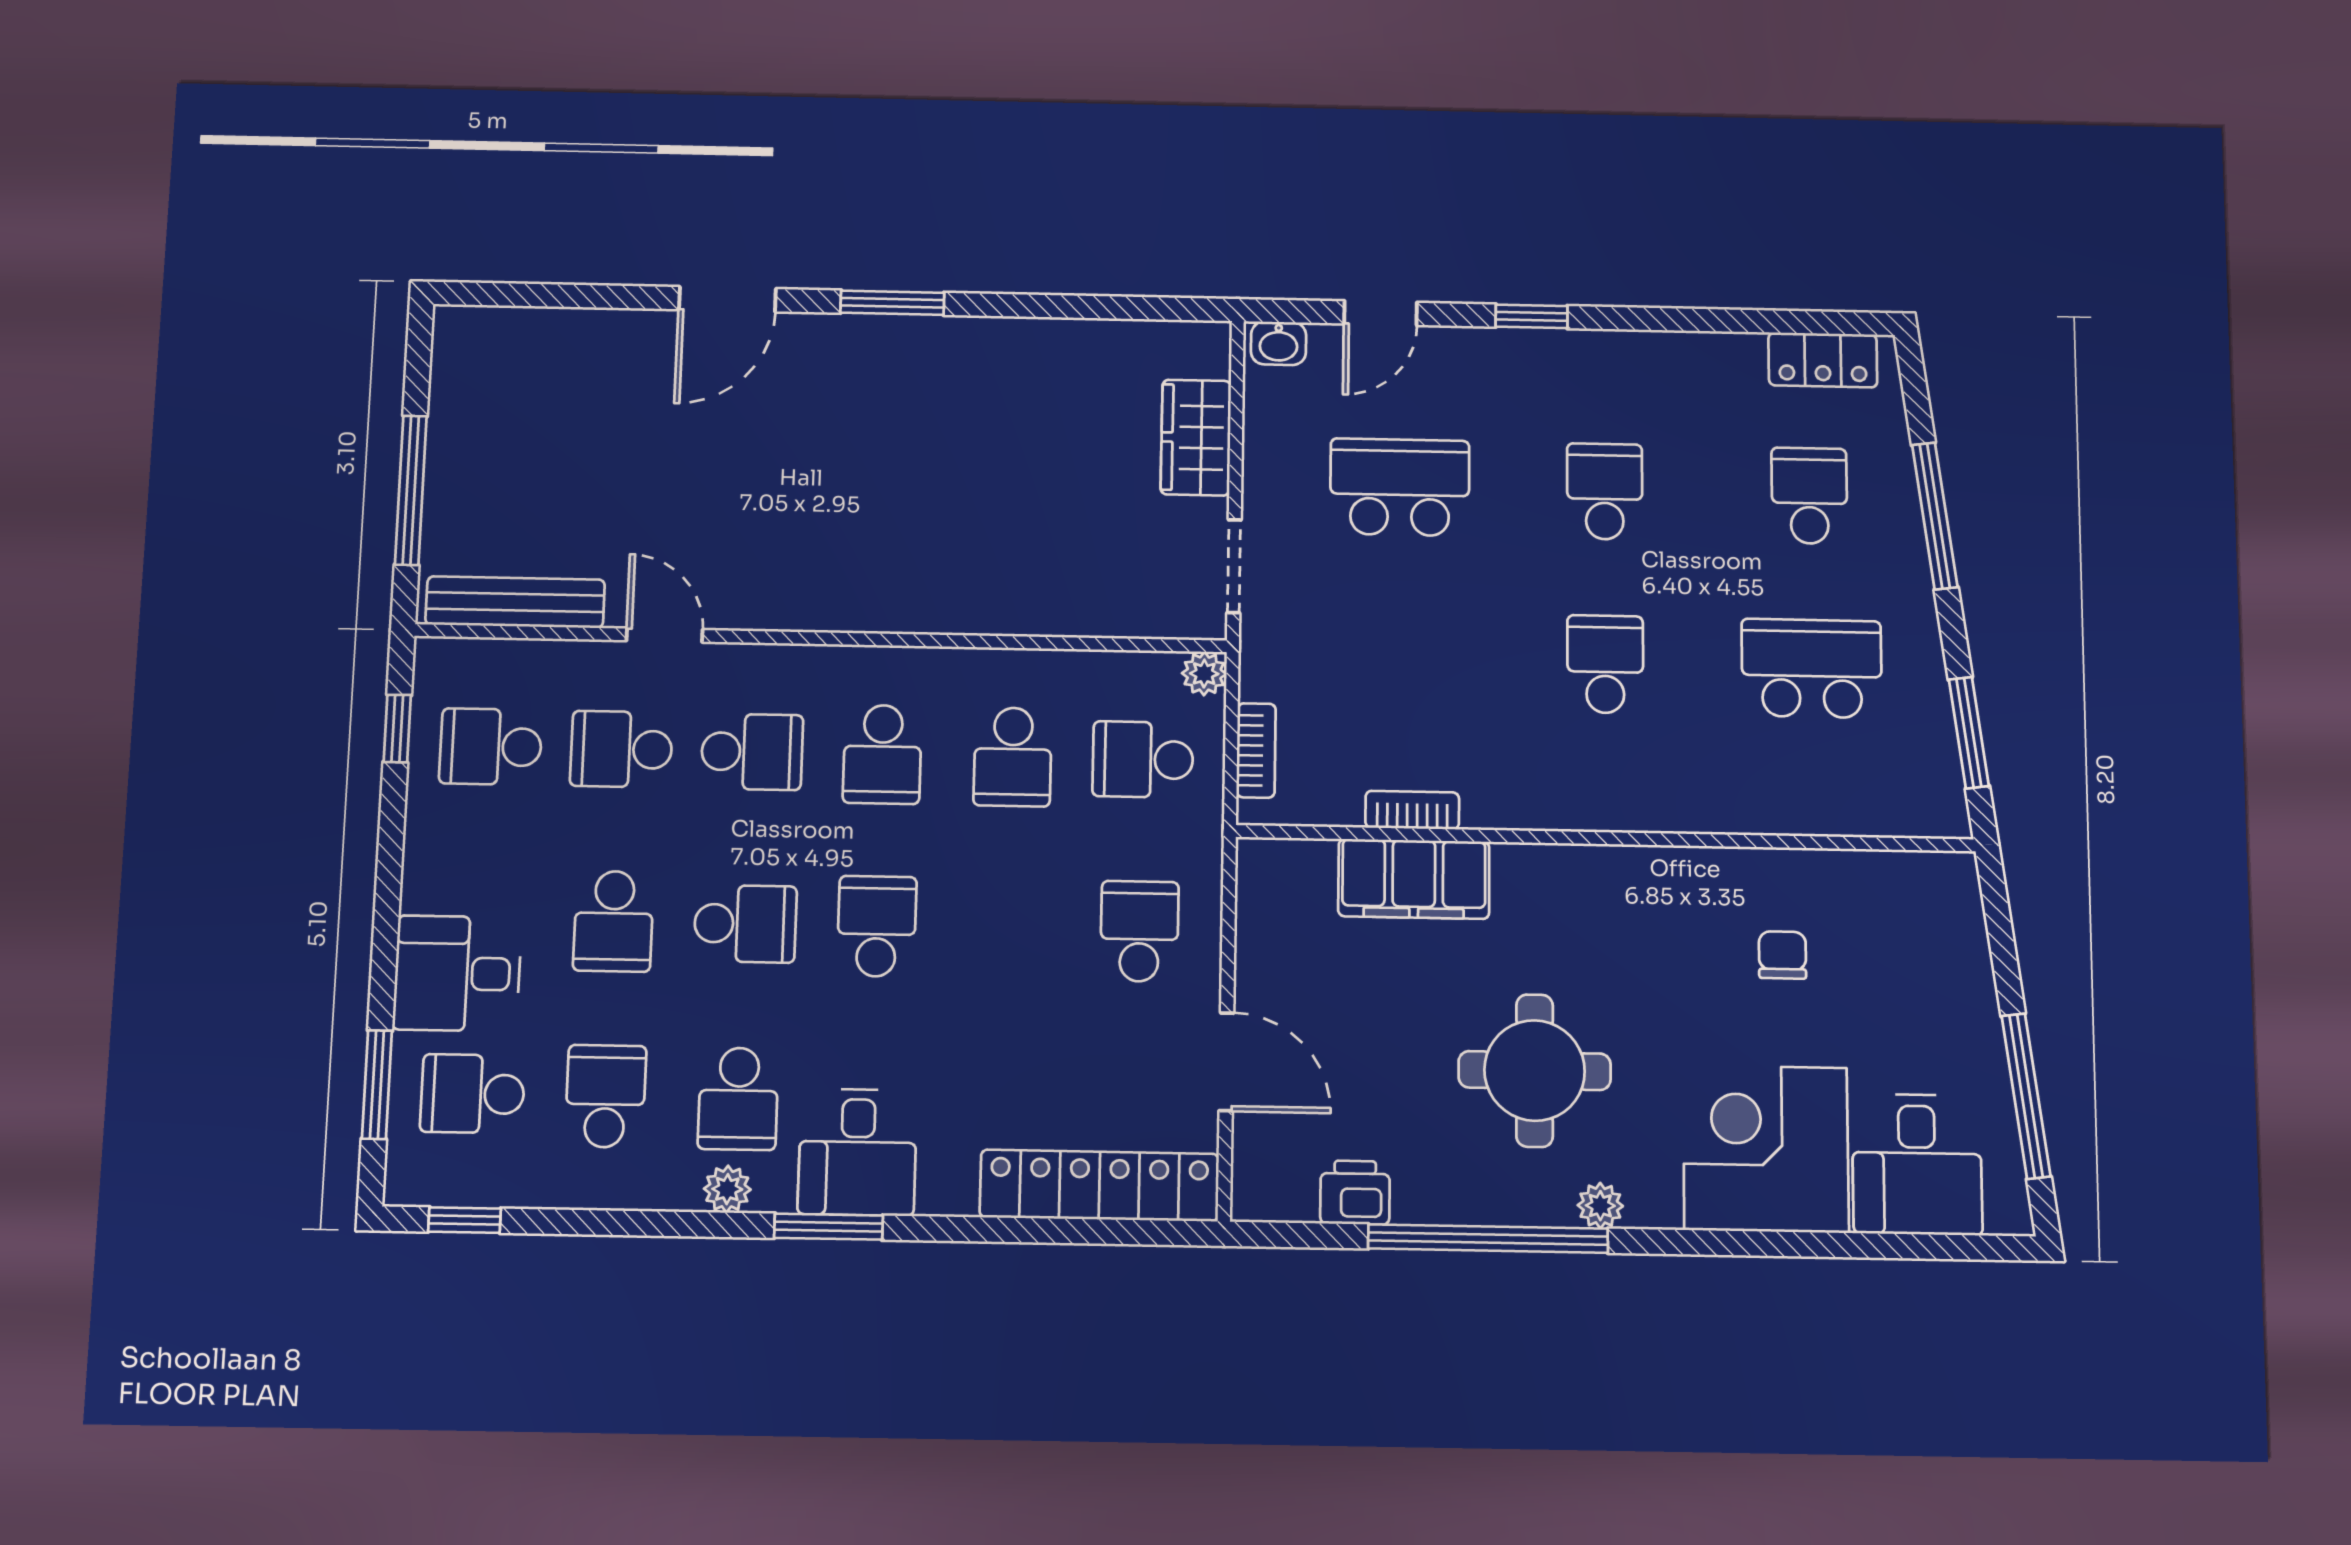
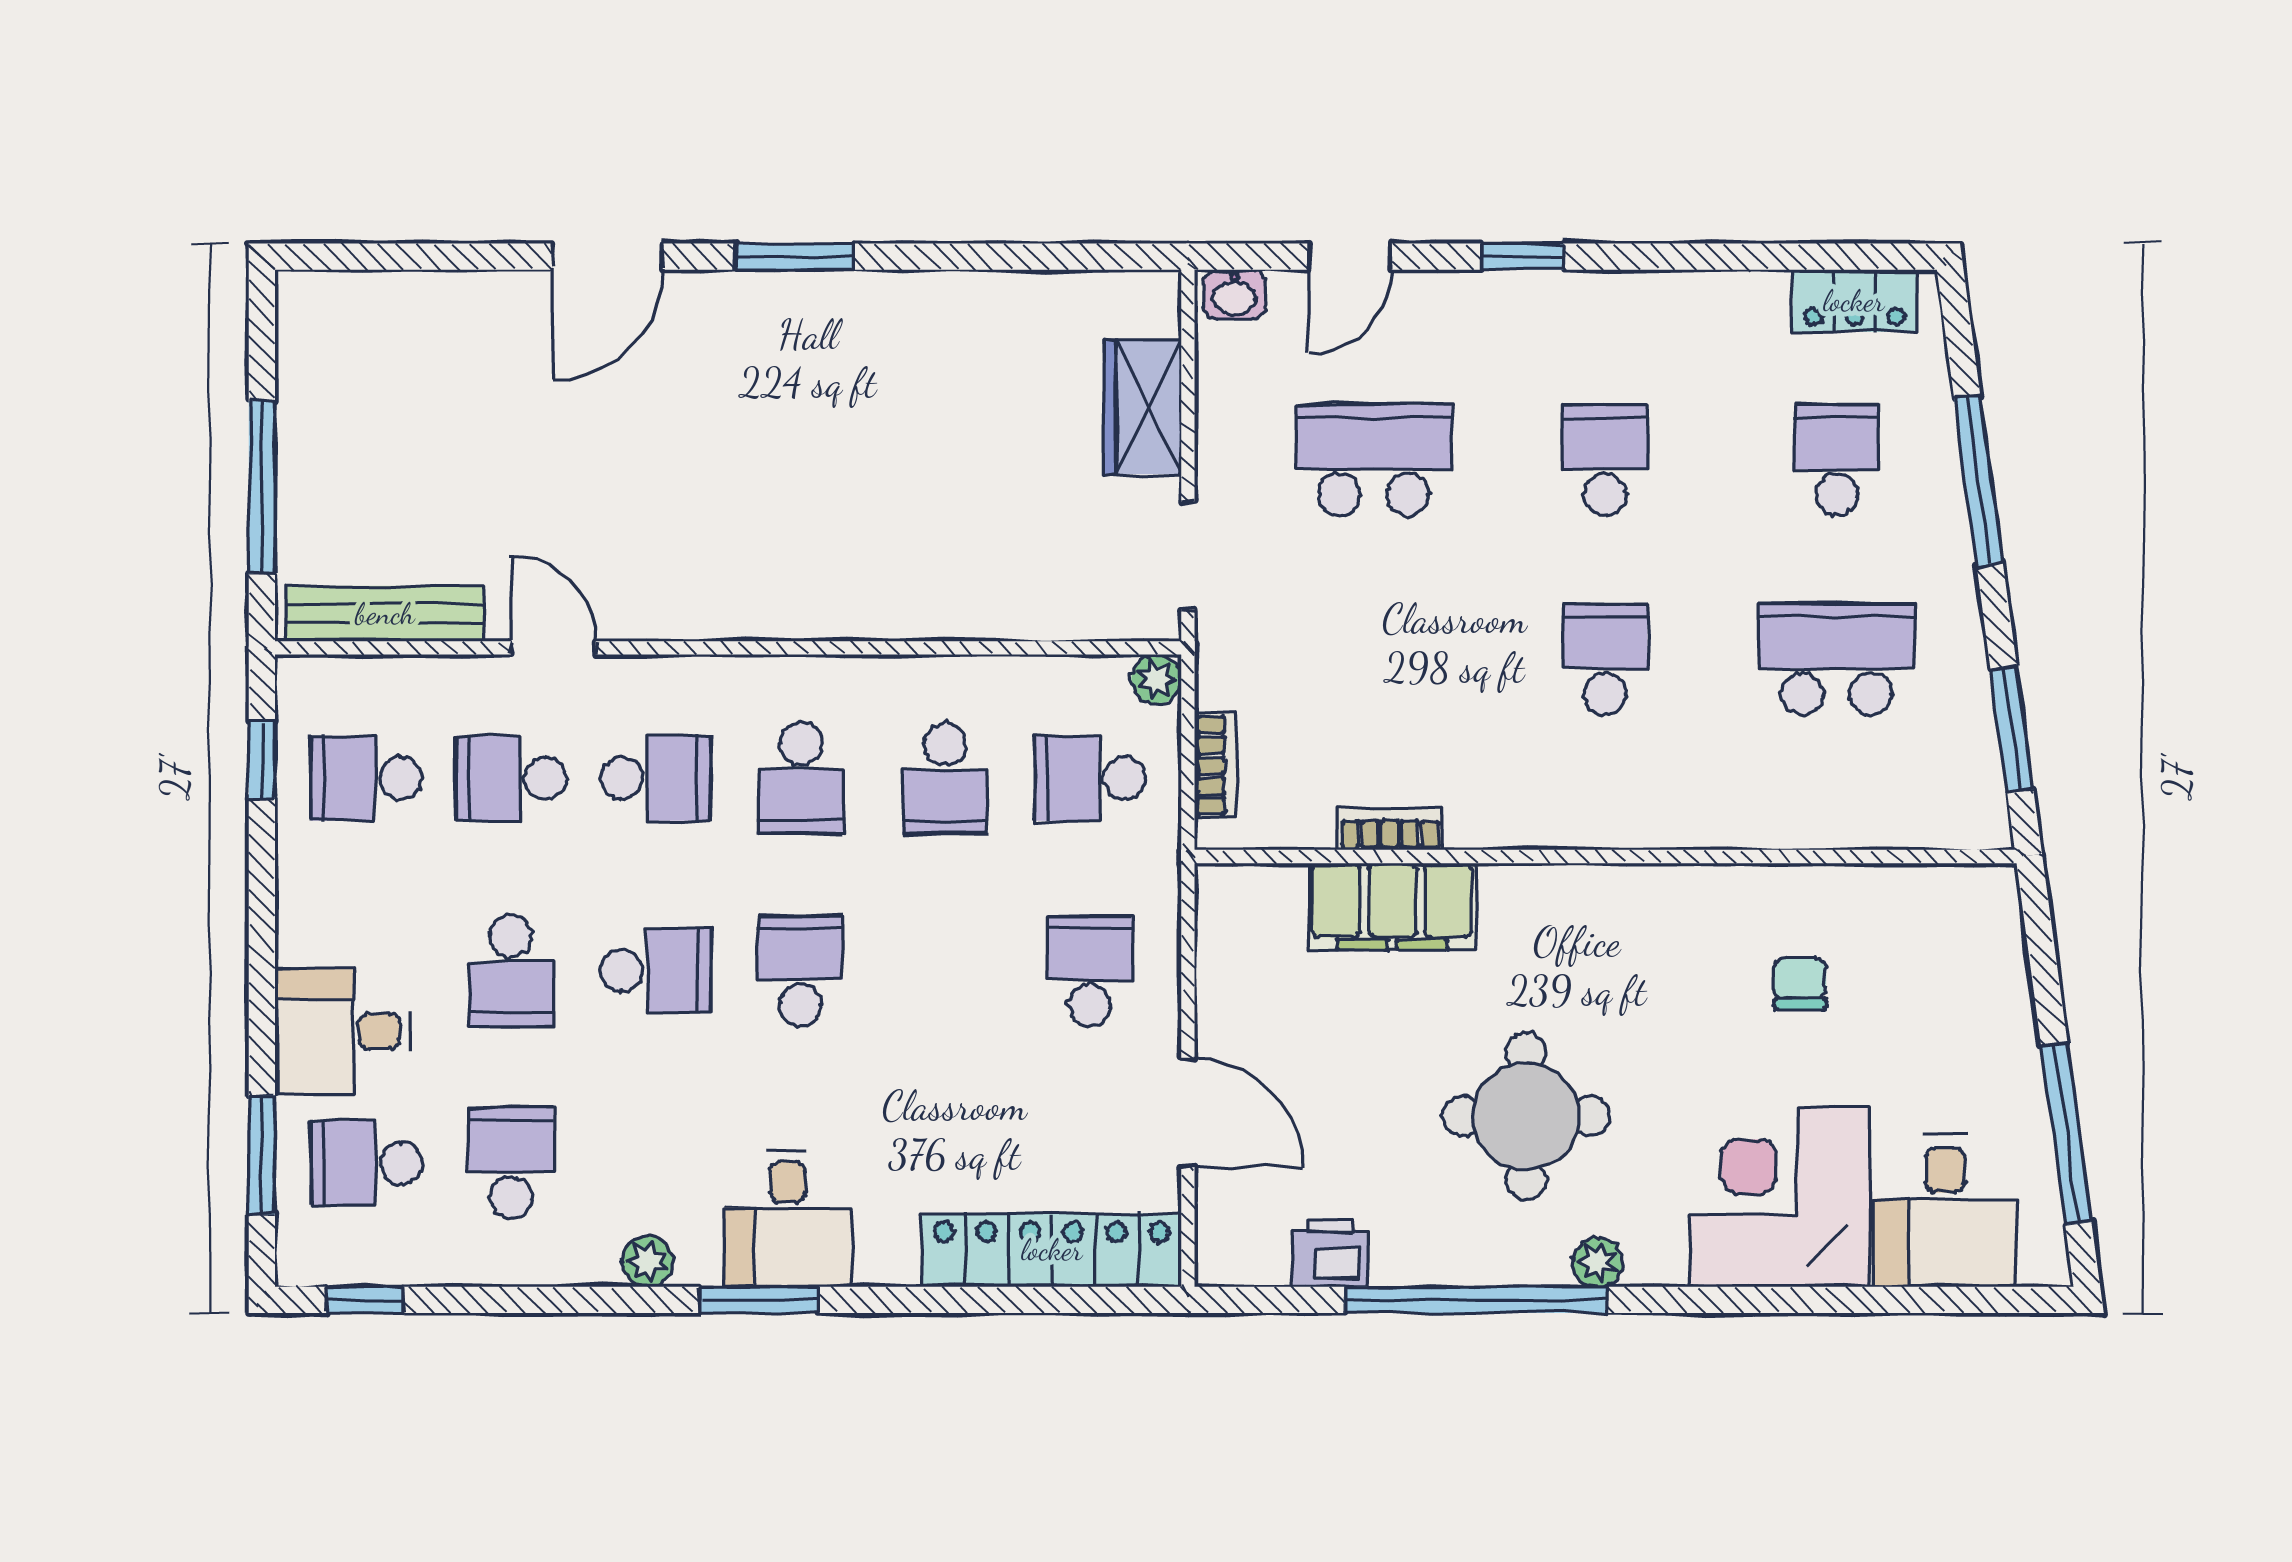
school desk: (738, 1099) -> (656, 1163), removed

